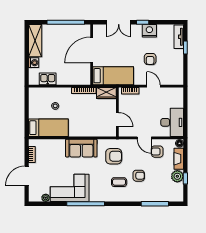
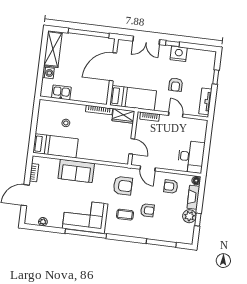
tv unit: (179, 37) -> (205, 101), moved
door: (144, 138) -> (148, 168), moved
sofa: (81, 148) -> (76, 171), moved
corner sofa: (70, 188) -> (85, 216), moved

